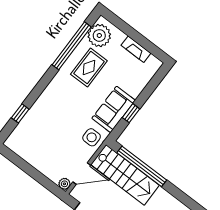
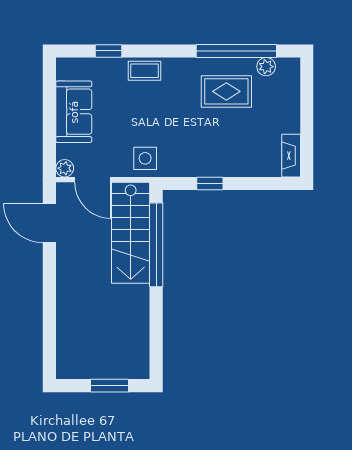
plant: (99, 35) -> (266, 67), width x0.53, depth x0.53
fireplace: (136, 49) -> (291, 156), moved
coffee table: (45, 102) -> (144, 71), added
sofa: (114, 109) -> (74, 112), moved, turned 90

